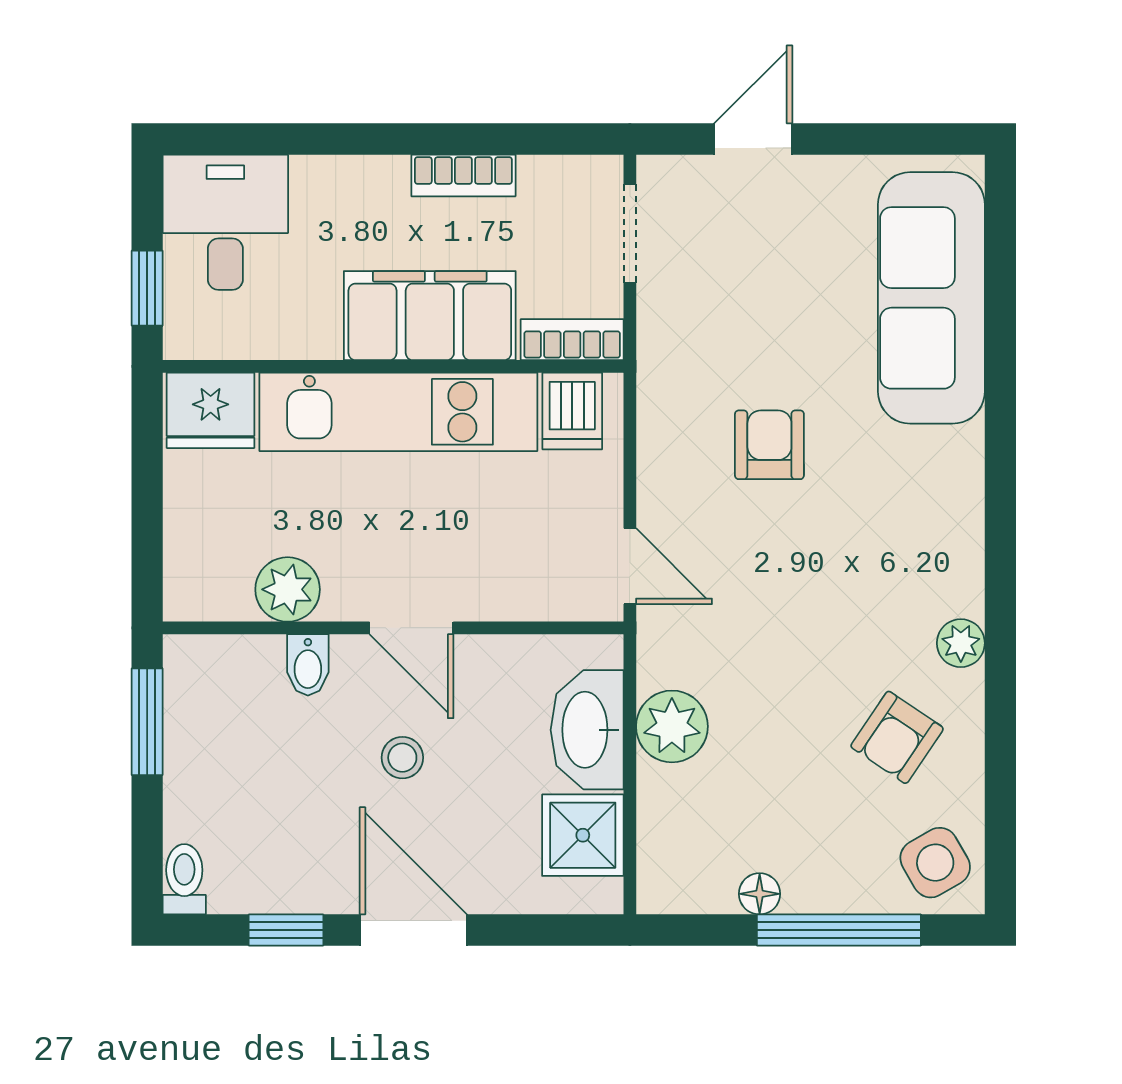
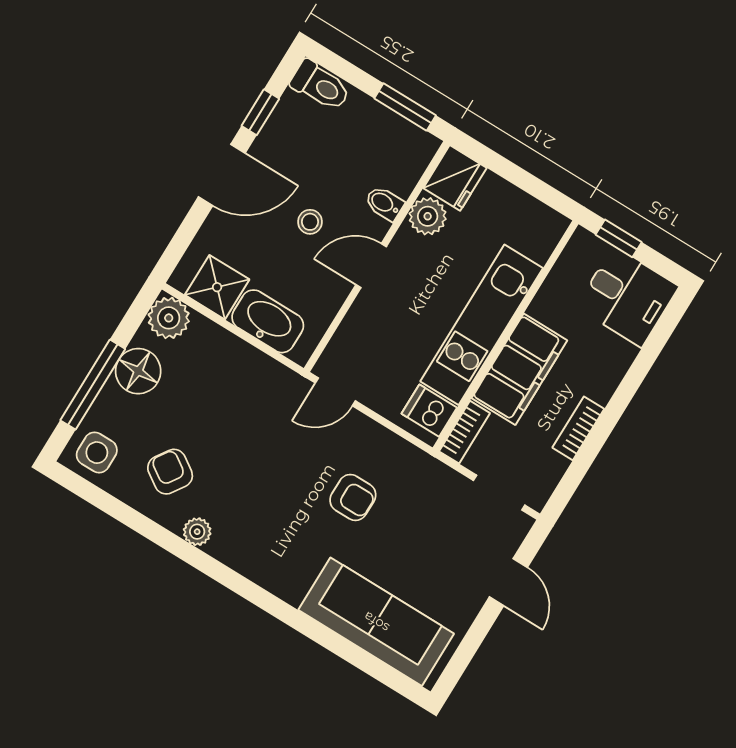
fridge: (211, 410) -> (455, 178), moved, turned 180
plant: (672, 726) -> (169, 318), moved
side table: (935, 863) -> (97, 453), turned 30
toilet: (184, 879) -> (320, 86), width x1.37, depth x1.39
floor lamp: (760, 894) -> (138, 371), width x1.89, depth x1.89

